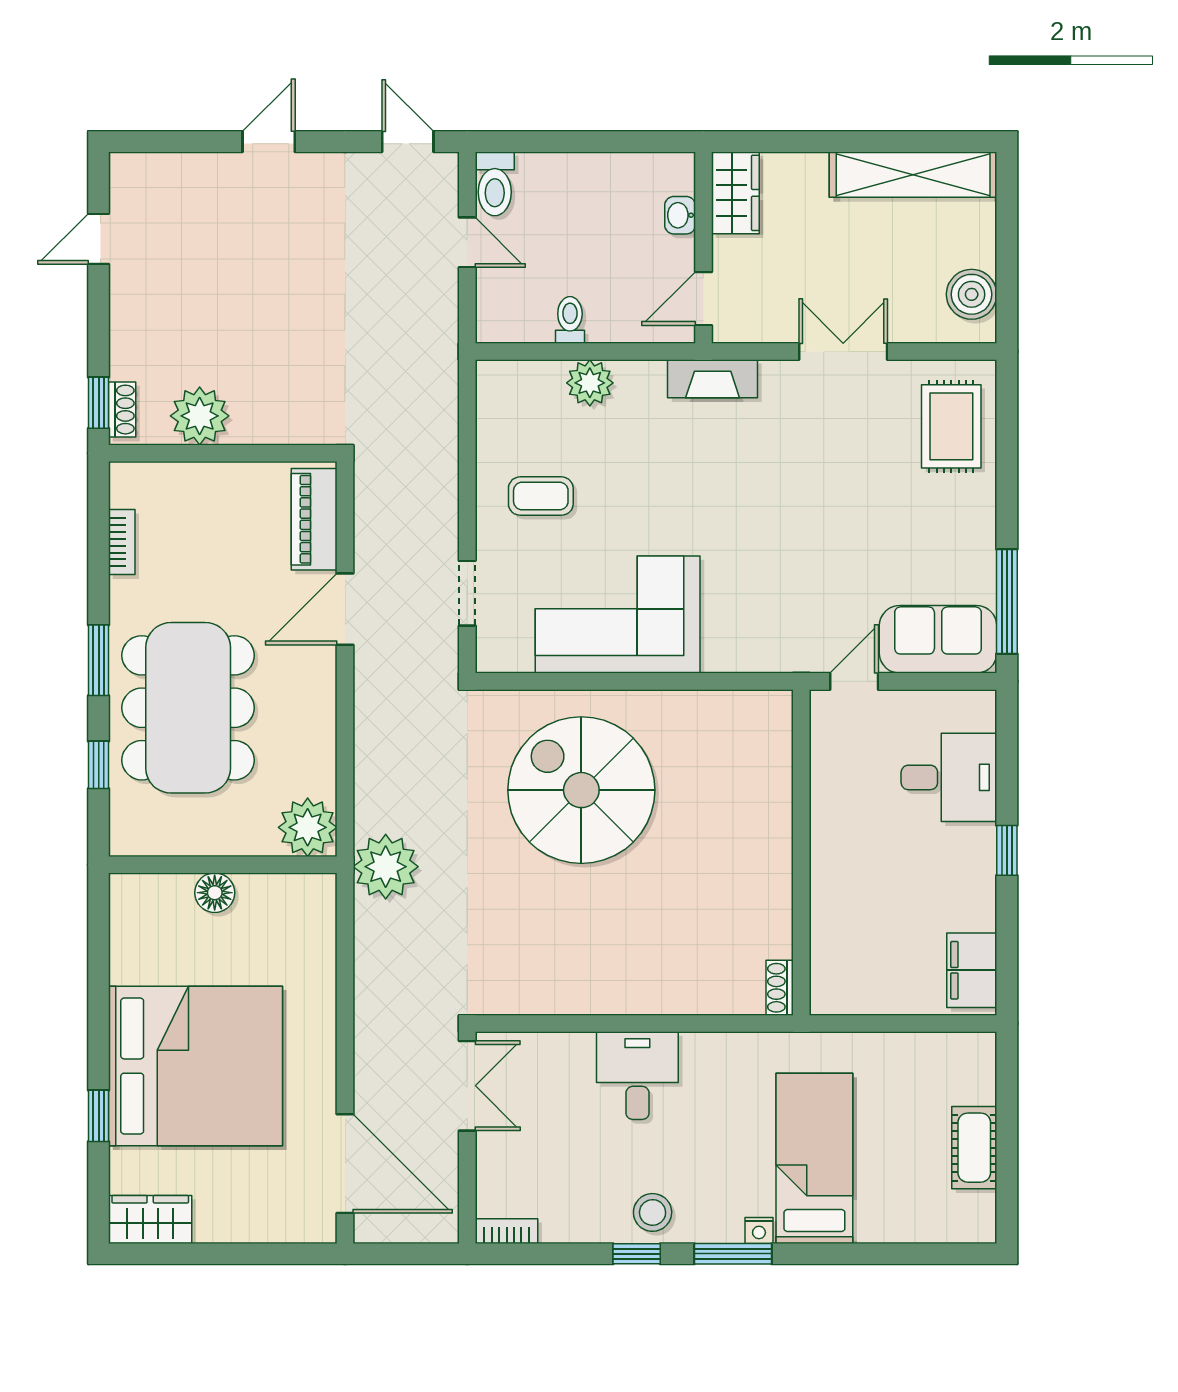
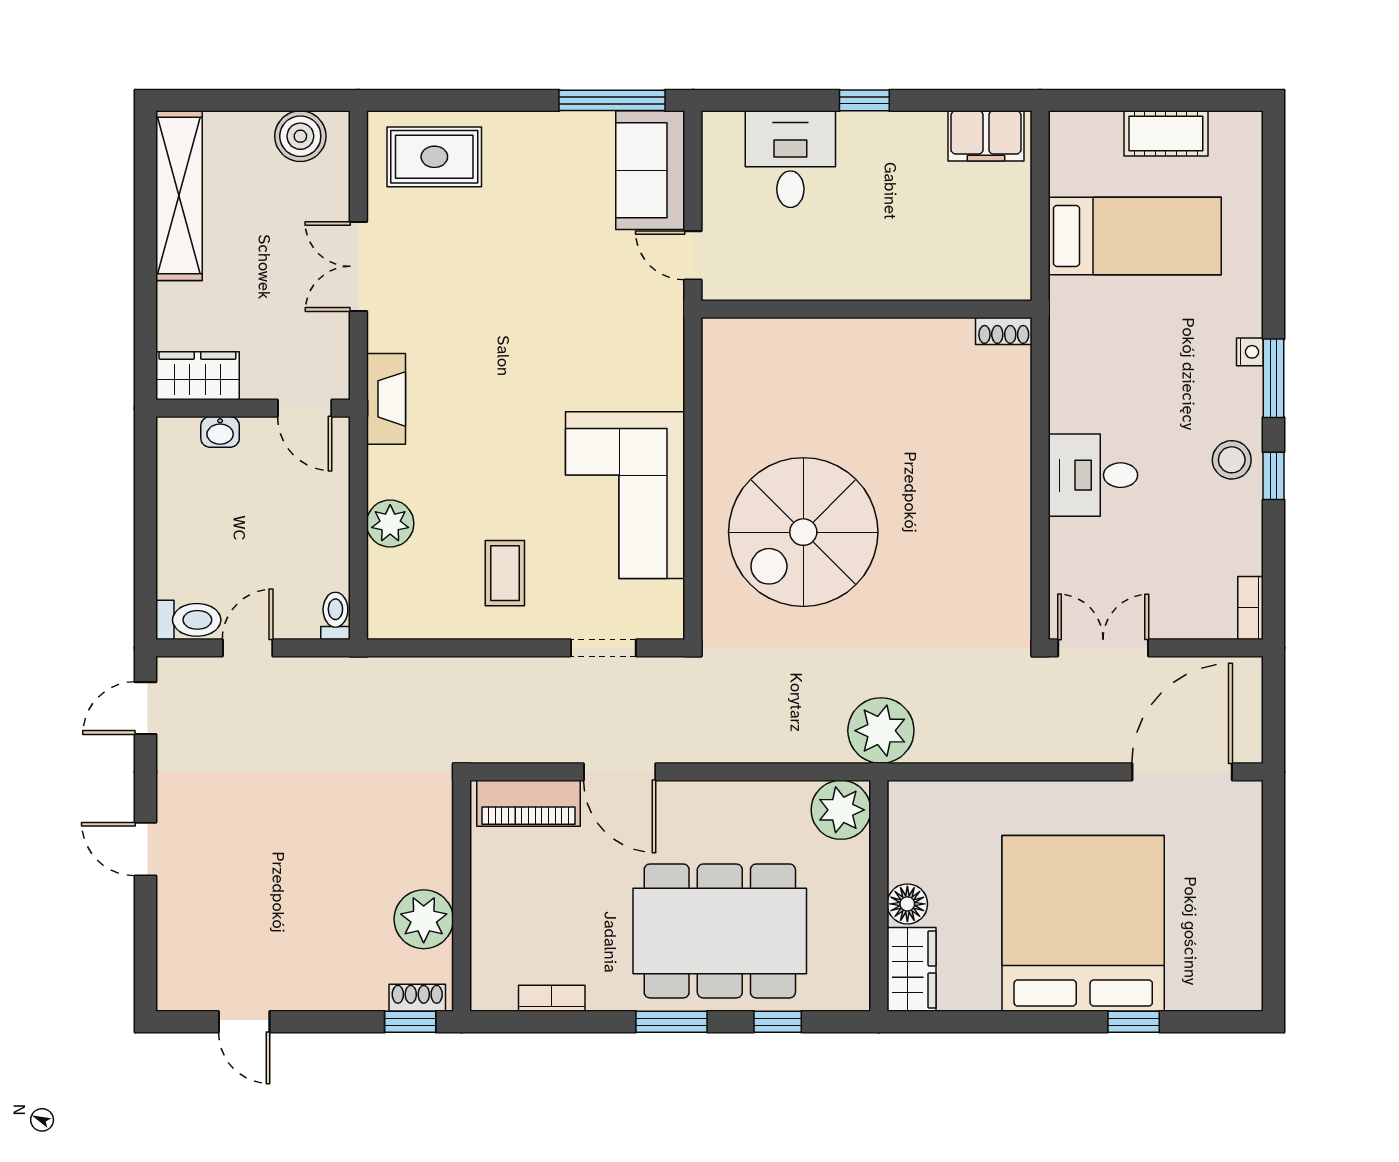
toilet: (570, 320) -> (335, 616), moved, turned 90
bed: (814, 1158) -> (1135, 236), moved, turned 180
wardrobe: (150, 1219) -> (912, 969), moved, turned 180

